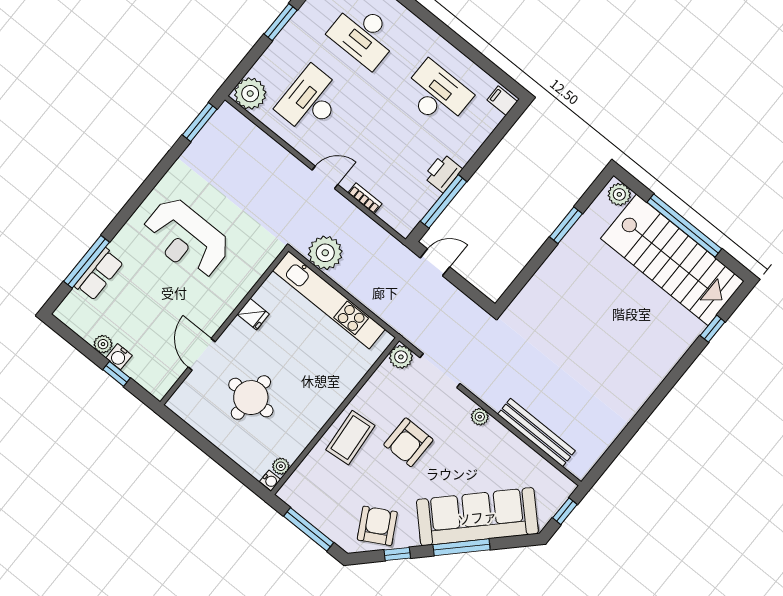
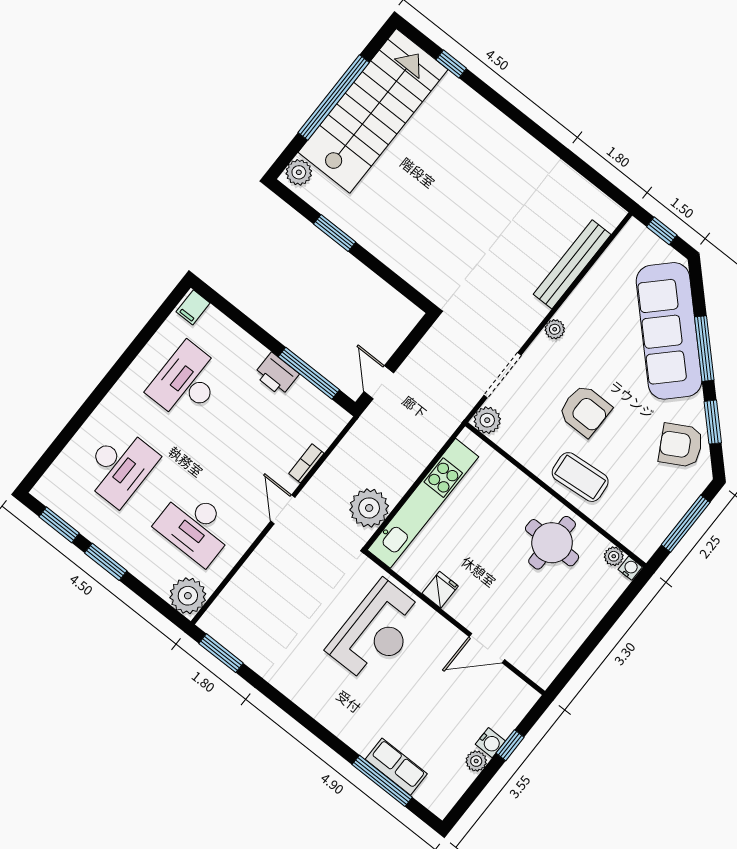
reception desk: (186, 238) -> (377, 632), moved
round table: (251, 398) -> (552, 543), moved
window: (397, 554) -> (713, 422), width x1.50

